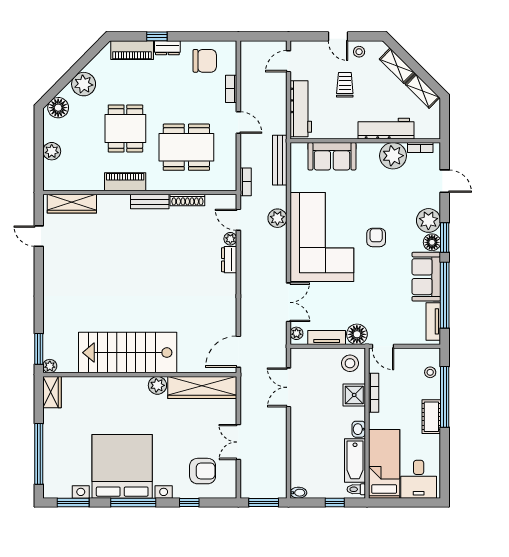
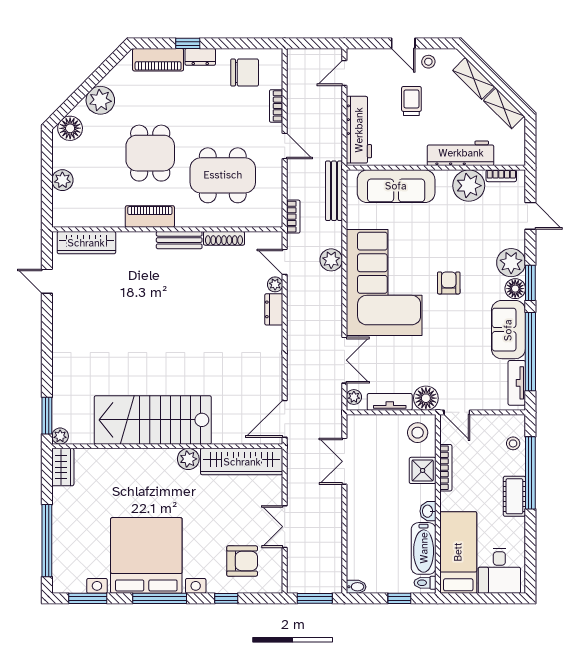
sofa: (332, 156) -> (396, 186), width x1.36

